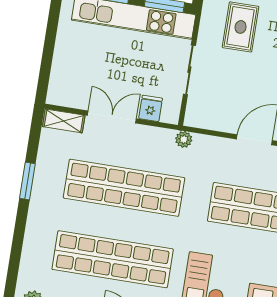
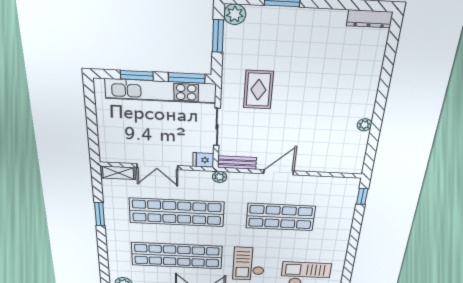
fridge: (151, 108) -> (203, 160), moved, turned -90
double door: (112, 117) -> (157, 167), swing flipped
bench: (207, 121) -> (237, 163), added

